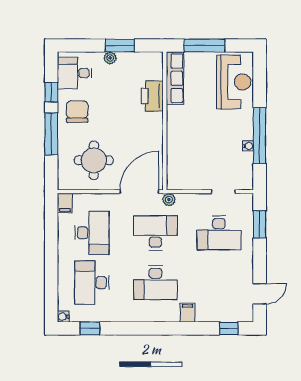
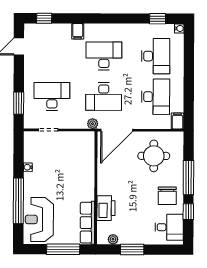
plant: (110, 58) -> (113, 239), moved
window: (260, 136) -> (18, 201), moved
desk: (92, 233) -> (156, 97), turned 180

